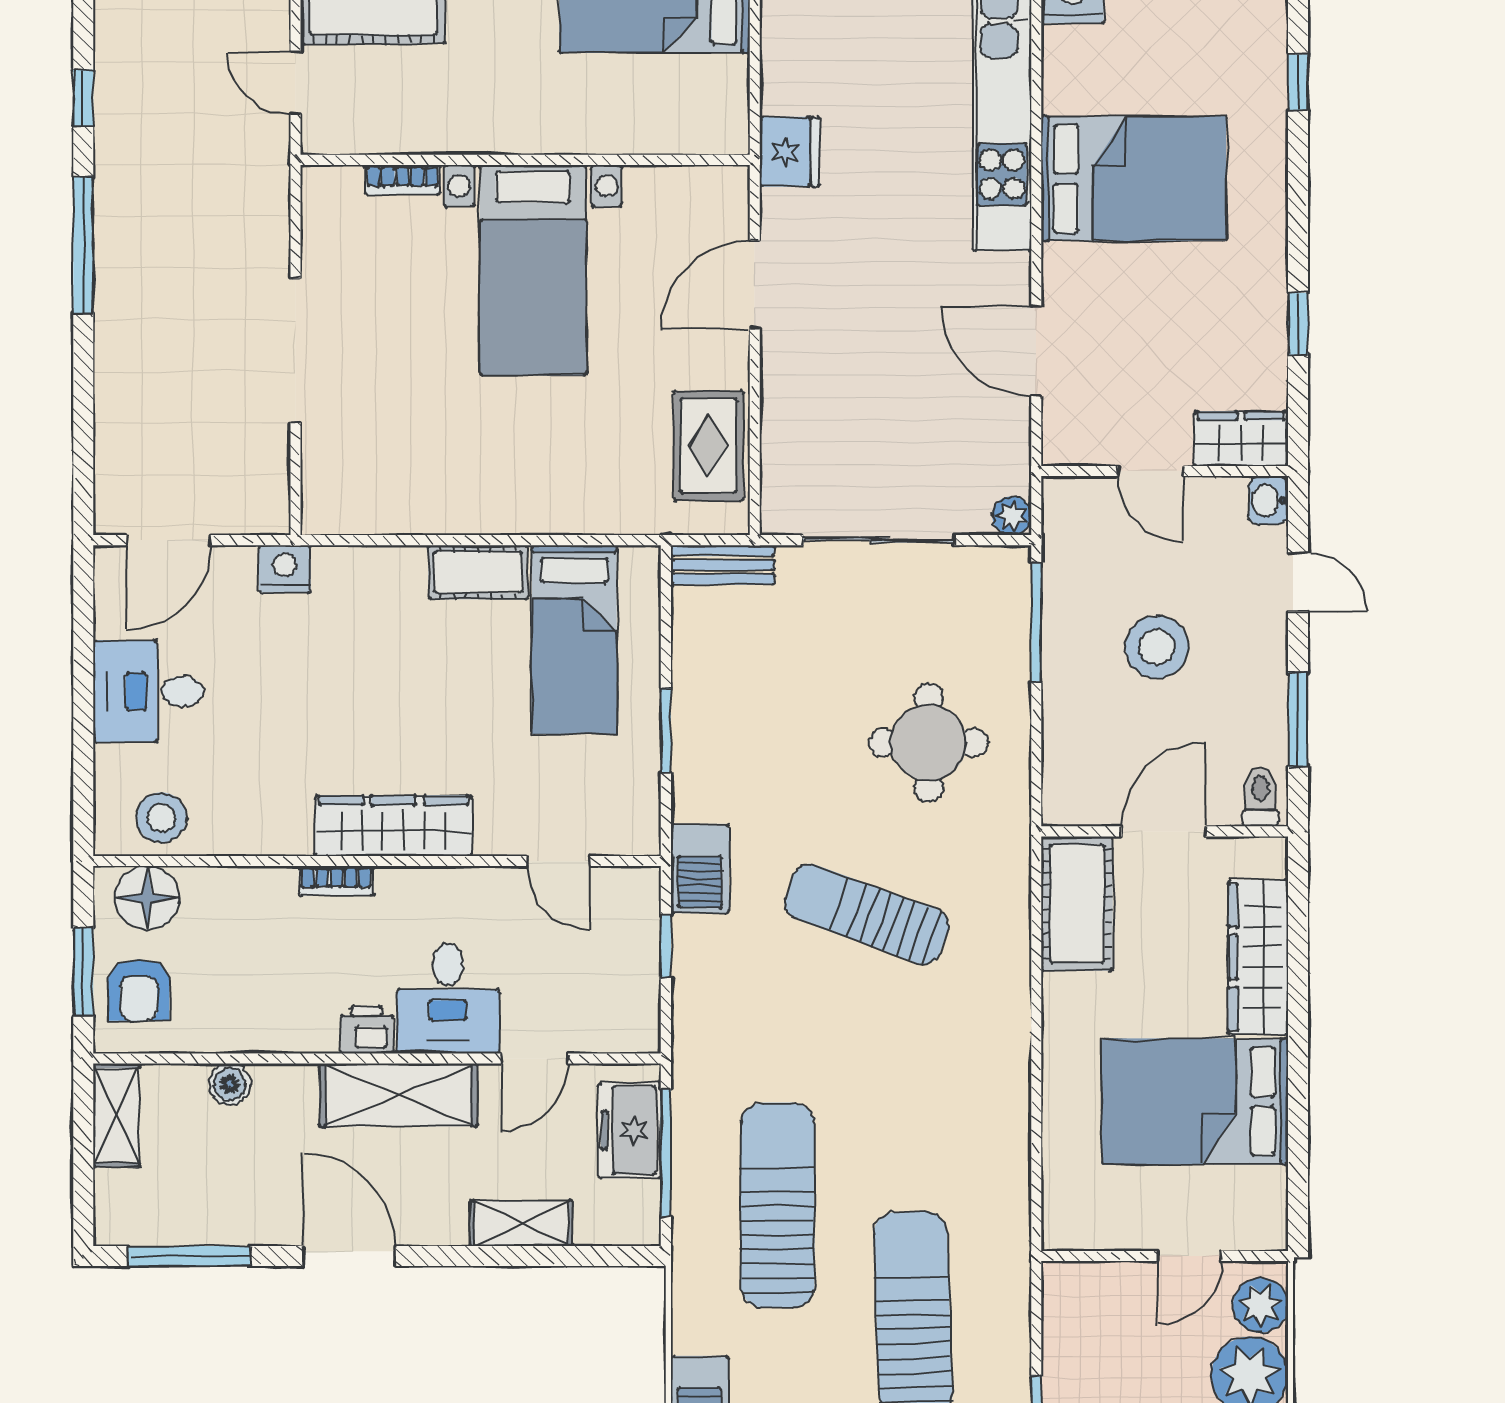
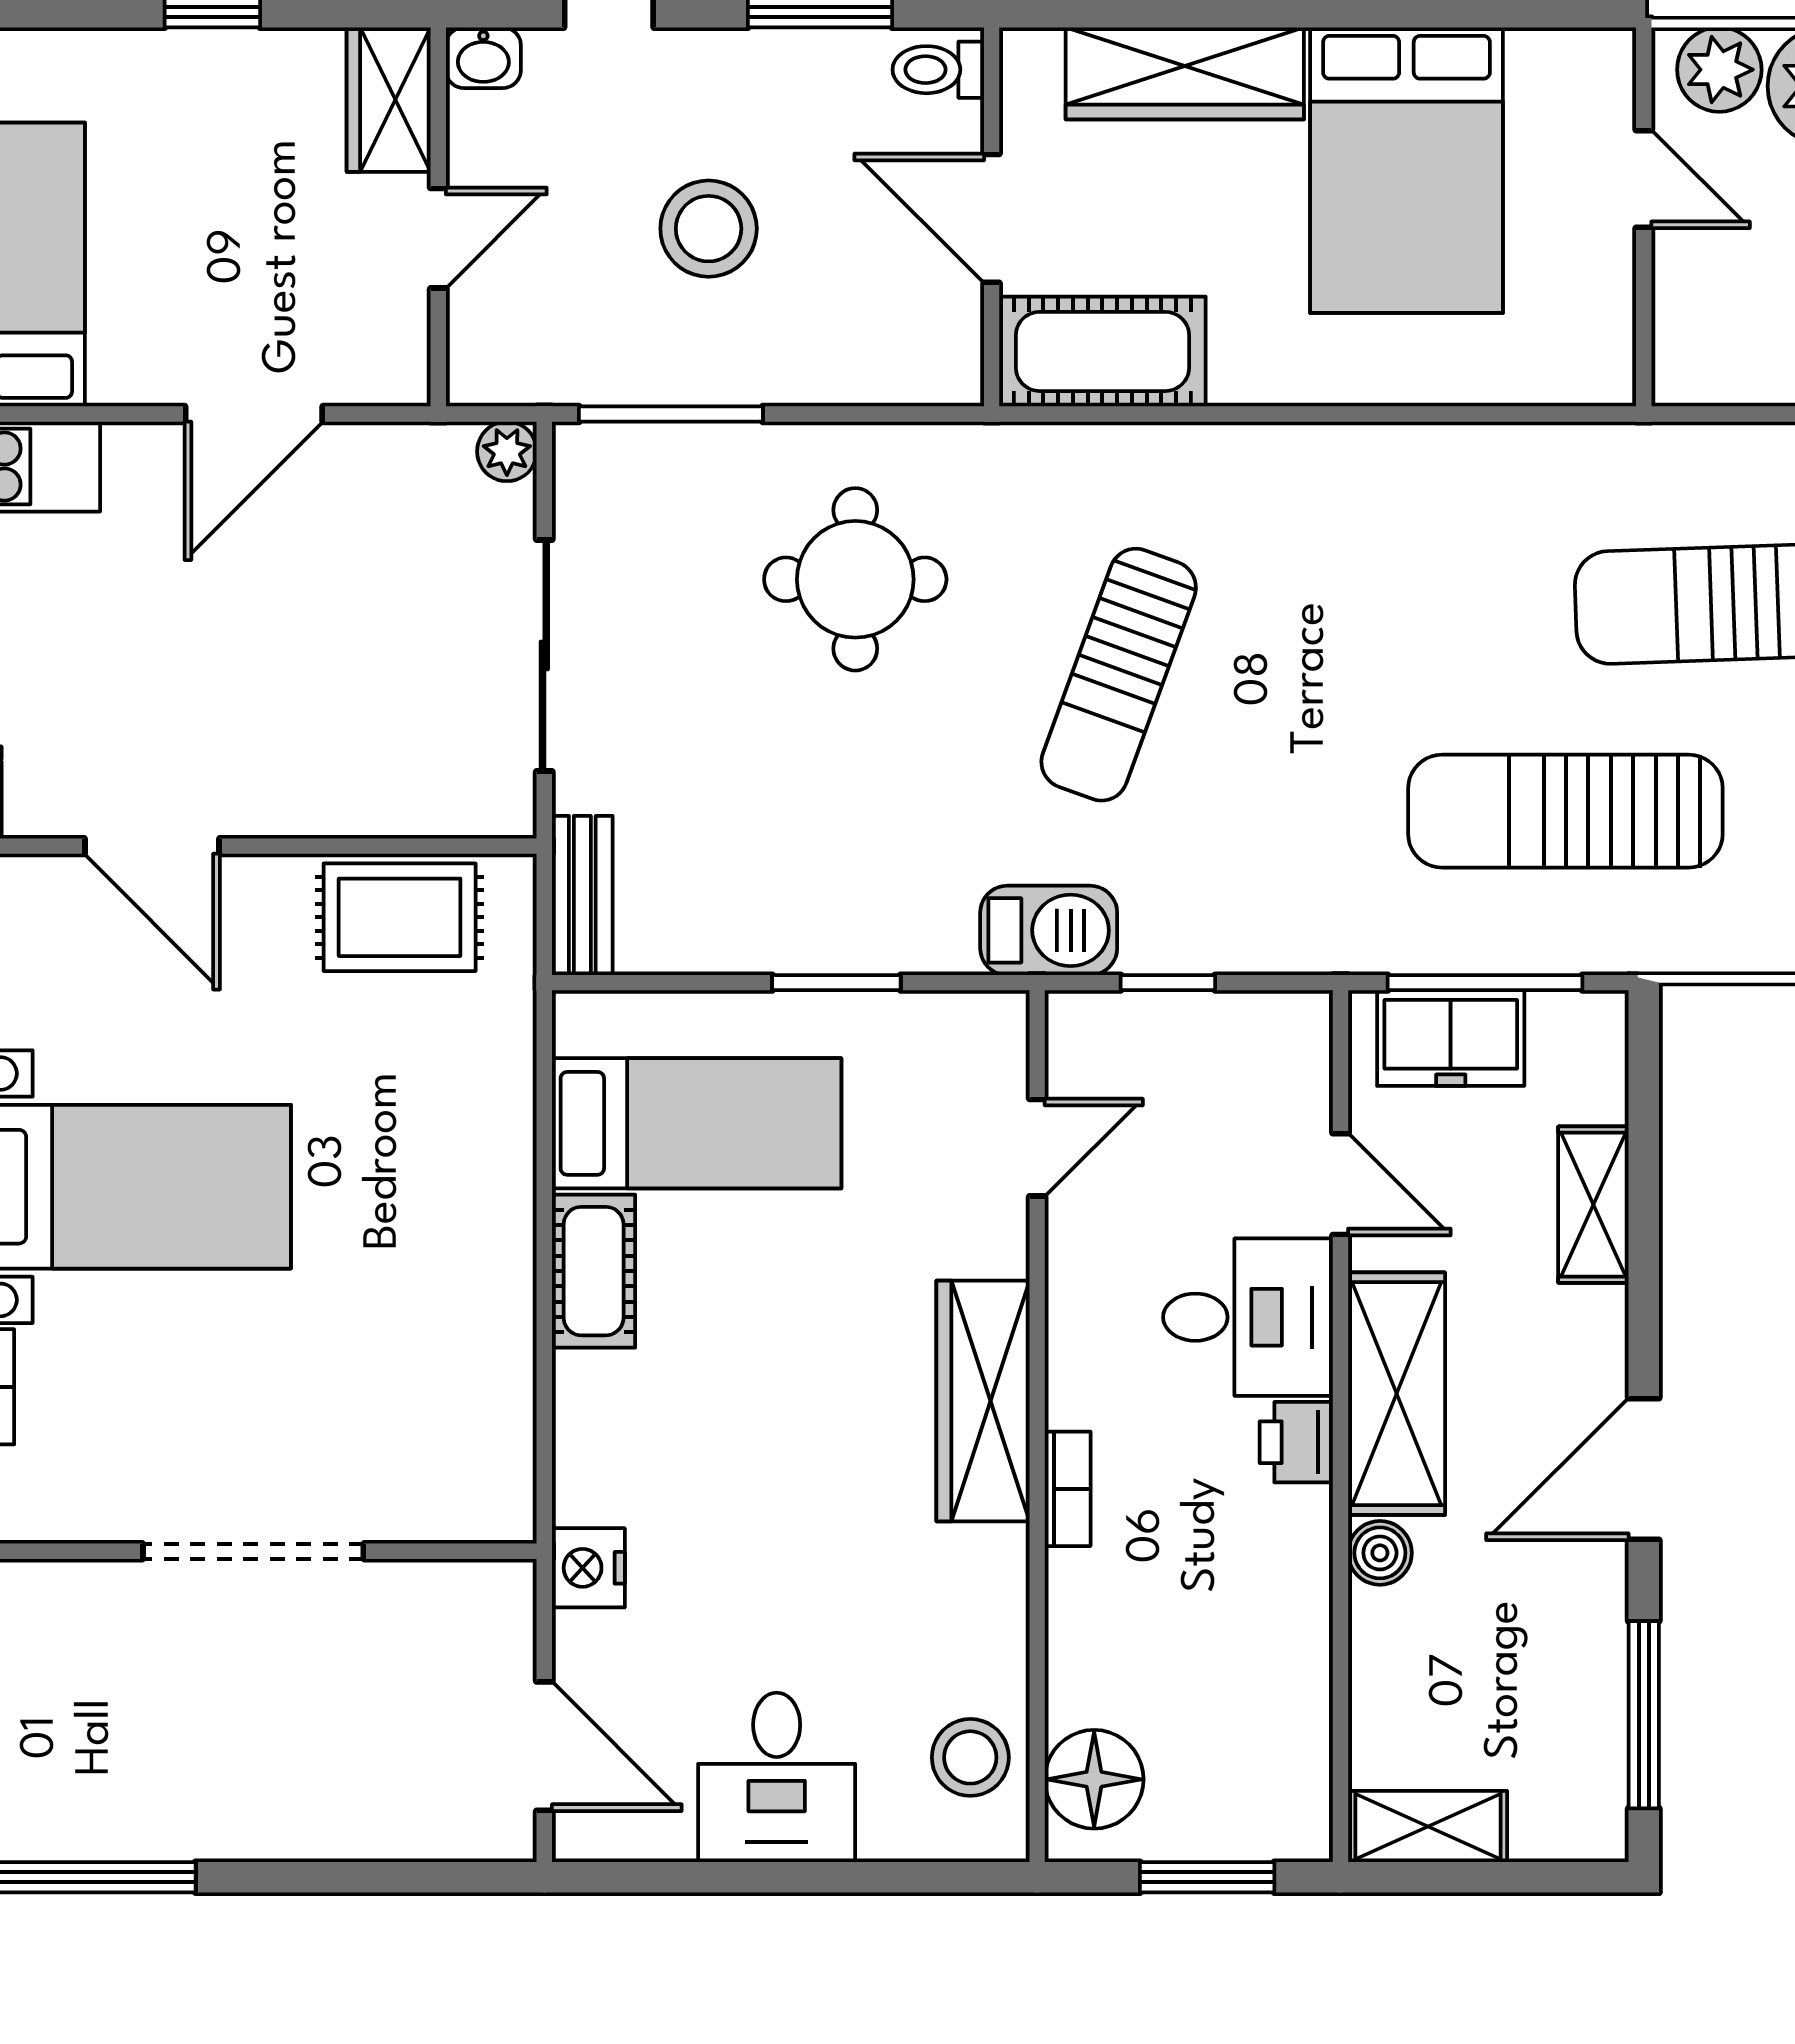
armchair: (139, 990) -> (1235, 1792), removed
boiler: (230, 1084) -> (1380, 1553), moved

